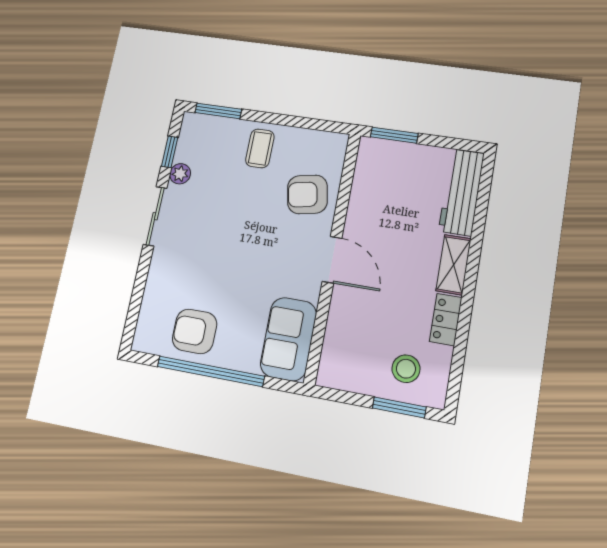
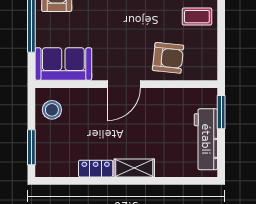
workbench: (461, 192) -> (206, 139), moved, turned -90
armchair: (307, 194) -> (168, 58), turned 107
stool: (406, 369) -> (52, 110), moved

